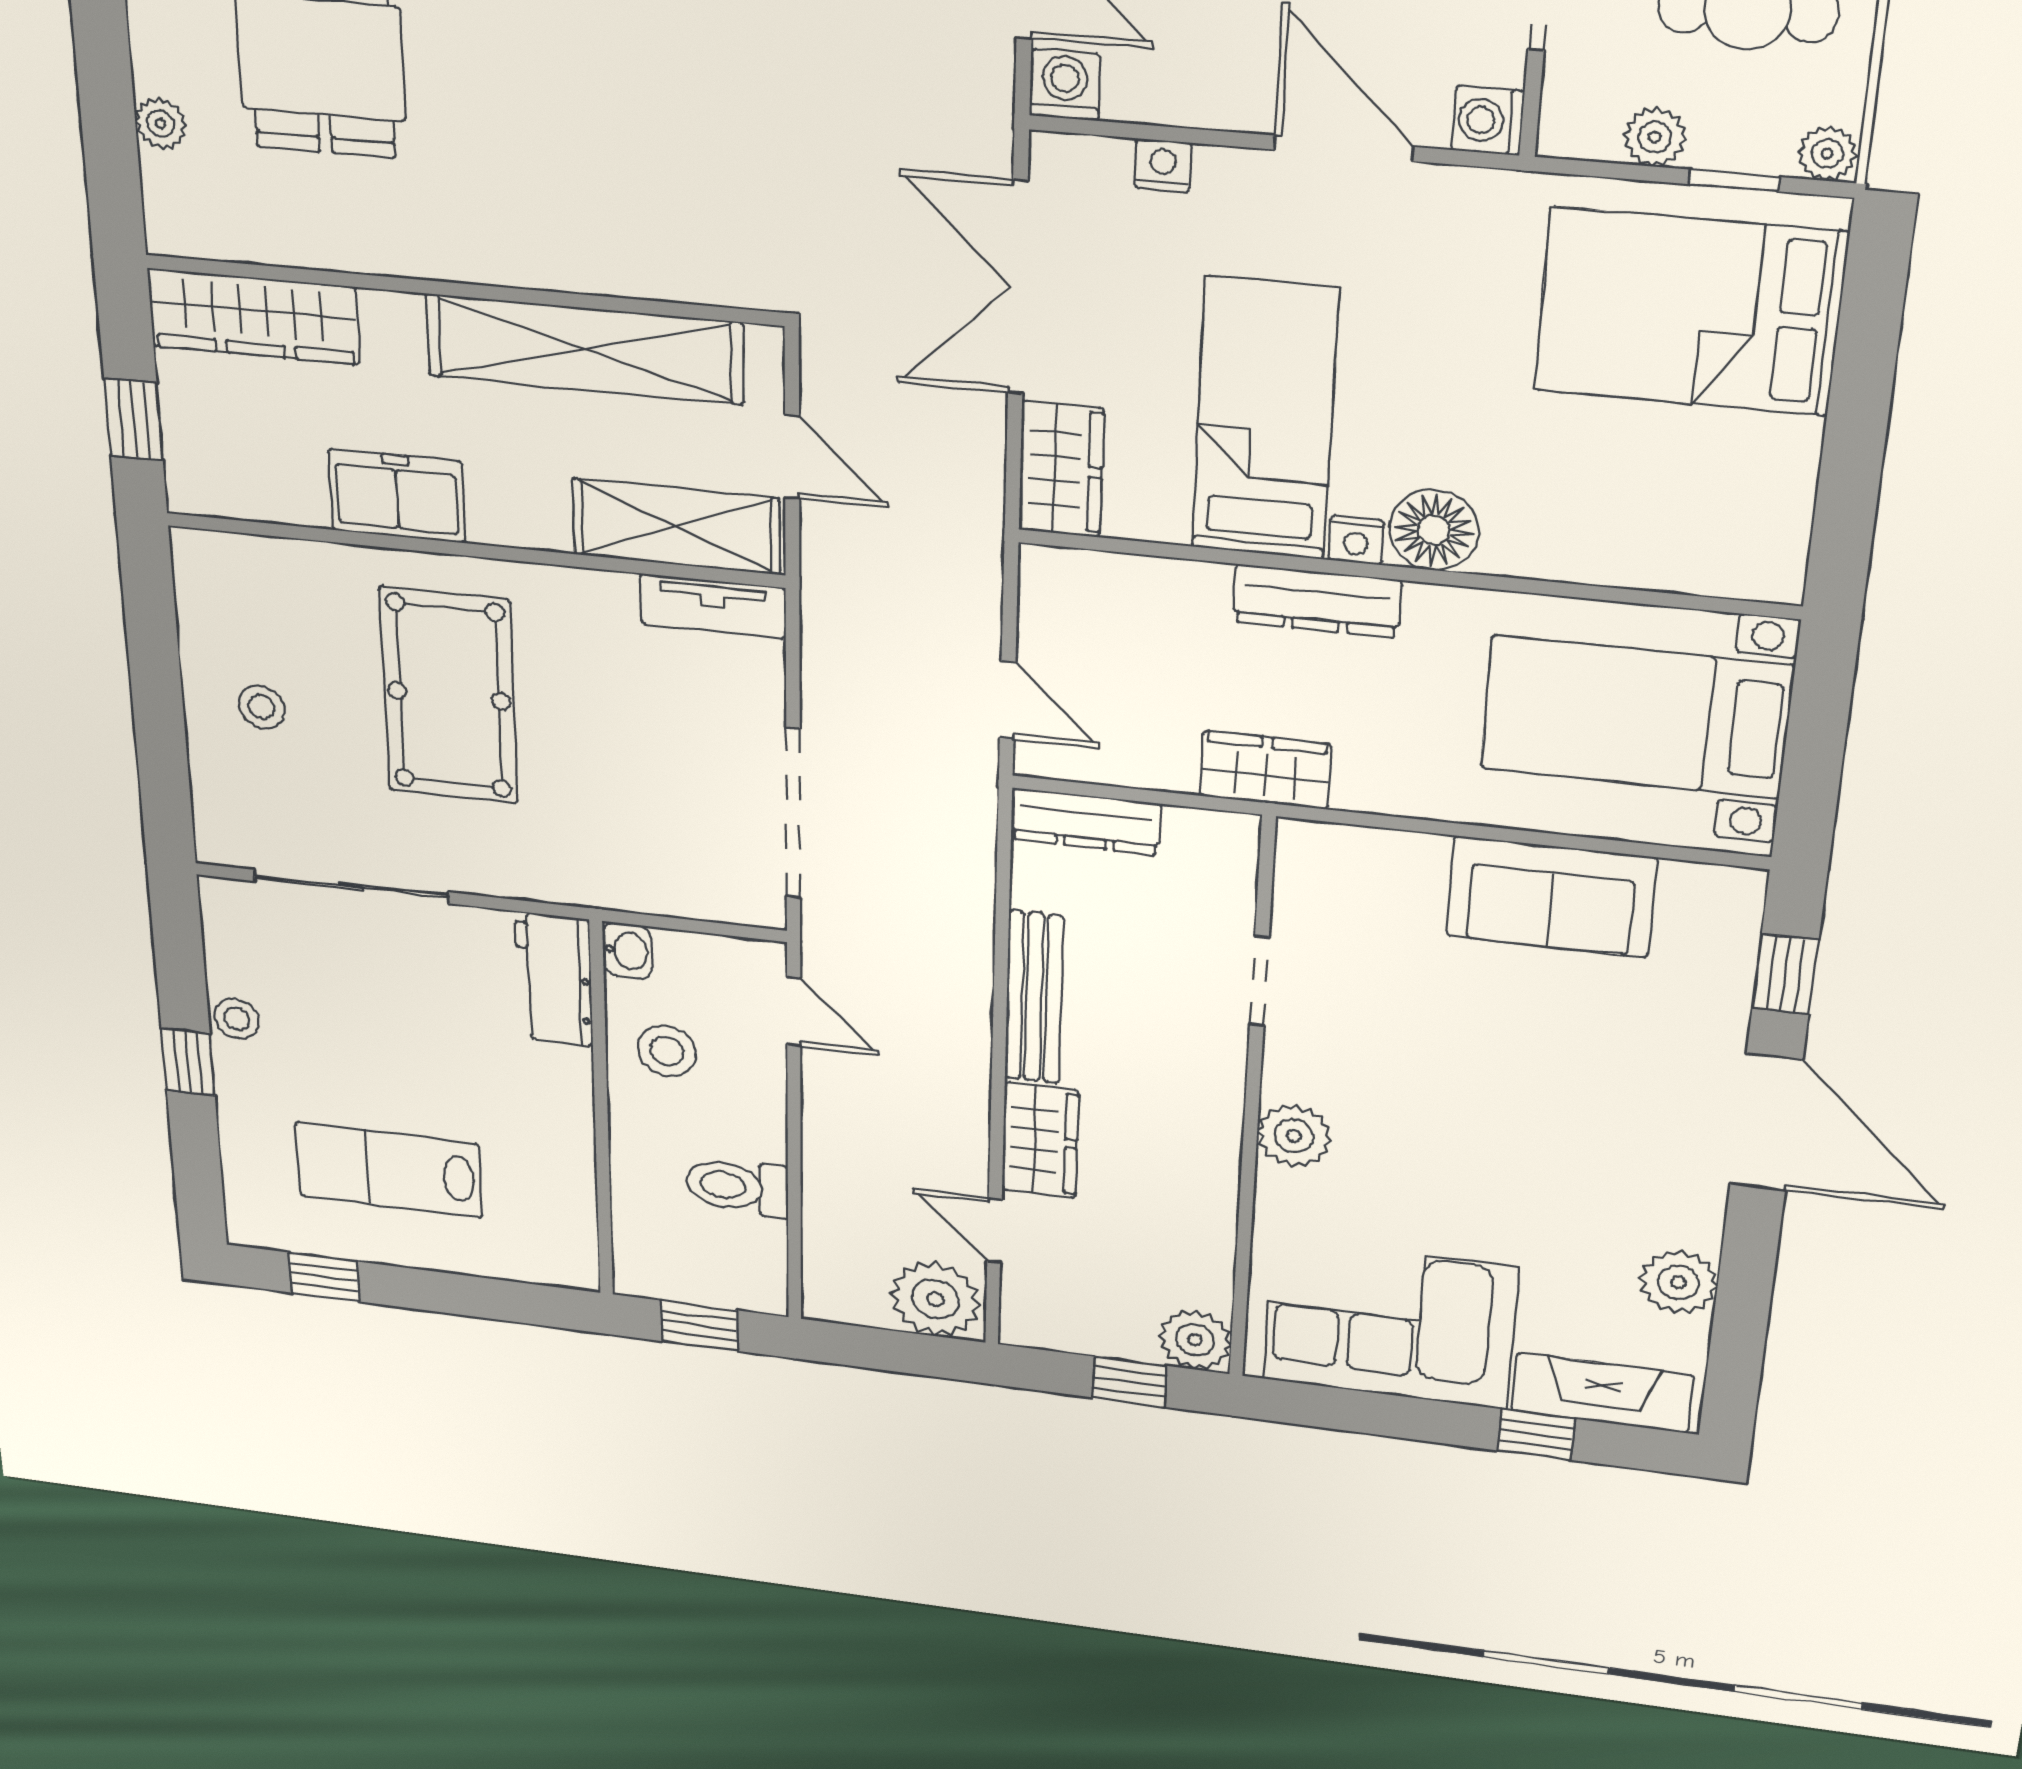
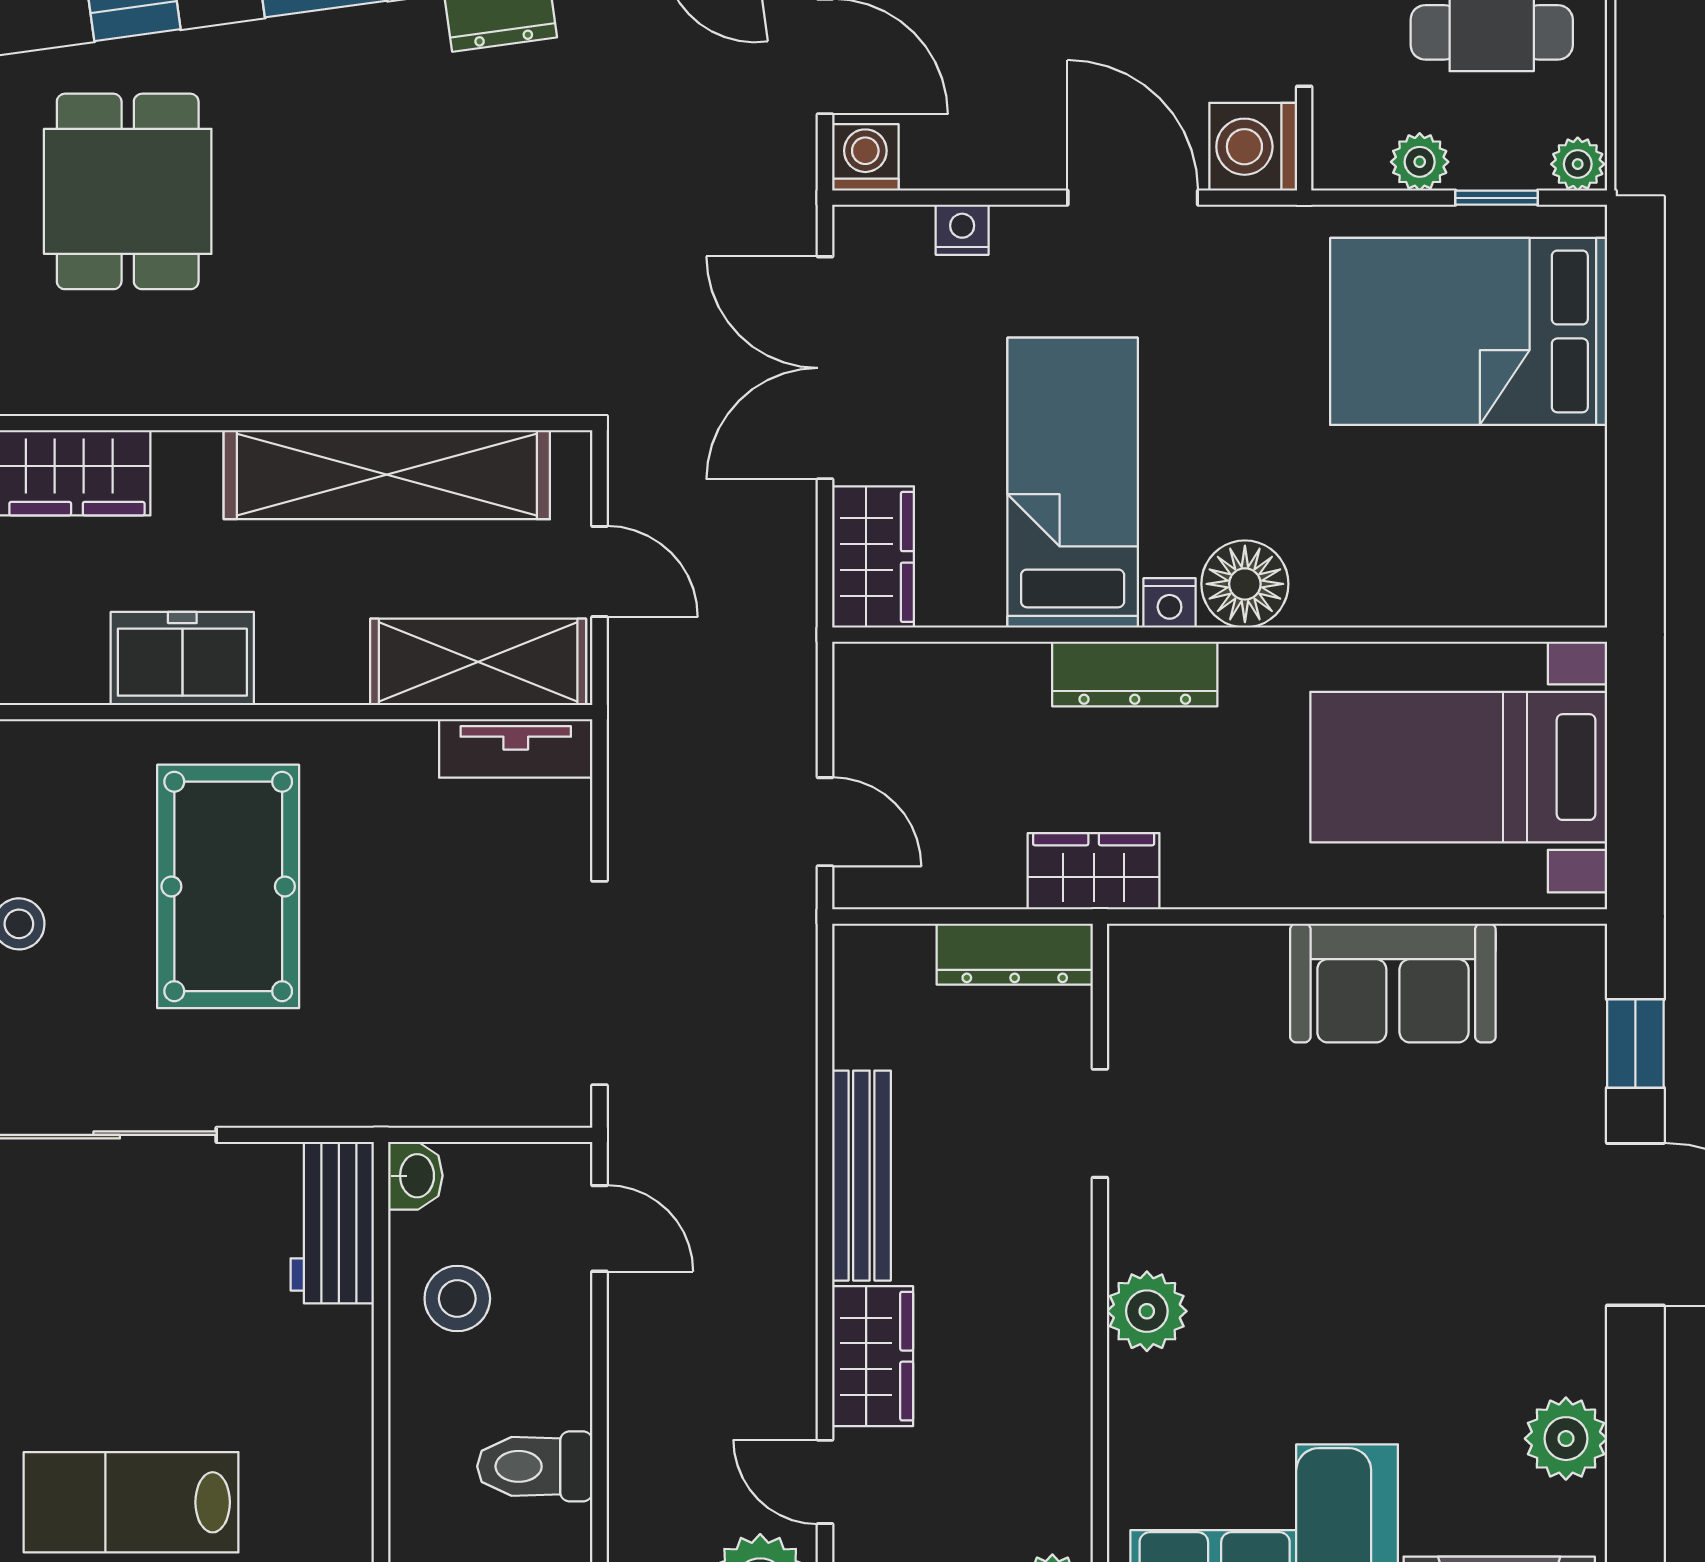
washing machine: (1488, 121) -> (1253, 147), width x1.38, depth x1.38
dresser: (1086, 821) -> (1015, 954), moved

